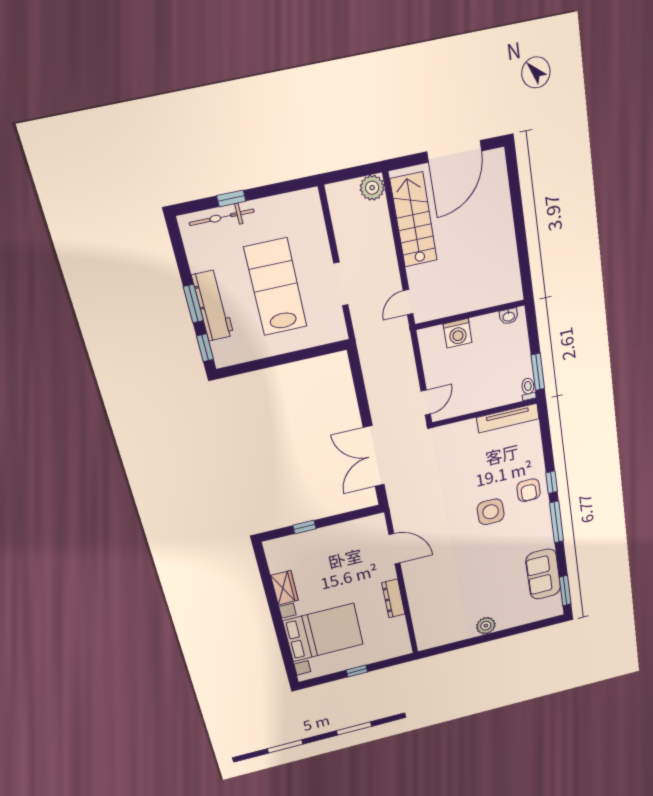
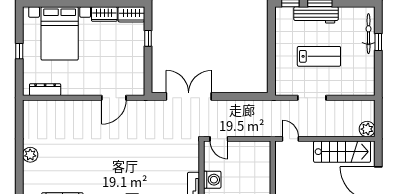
lab bench: (276, 287) -> (319, 56), width x0.73, depth x0.72
washing machine: (458, 333) -> (212, 180), moved, turned 180
side table: (491, 512) -> (125, 172), removed
wardrobe: (276, 555) -> (131, 14), added
dresser: (393, 598) -> (45, 90), moved

